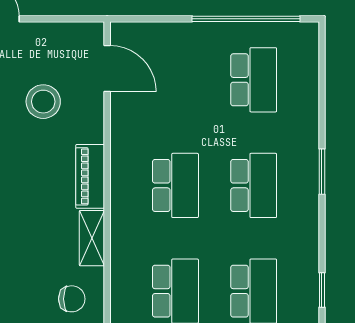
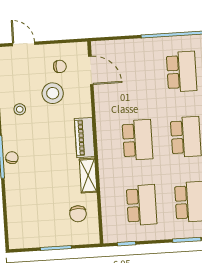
chair: (57, 59) -> (60, 66), added
chair: (72, 299) -> (78, 214), turned 90

